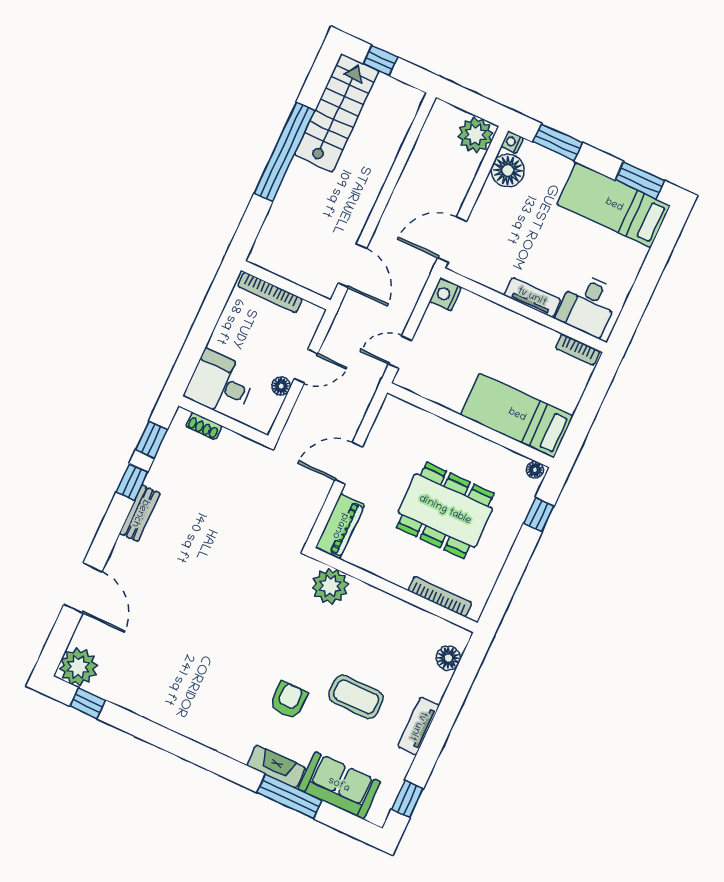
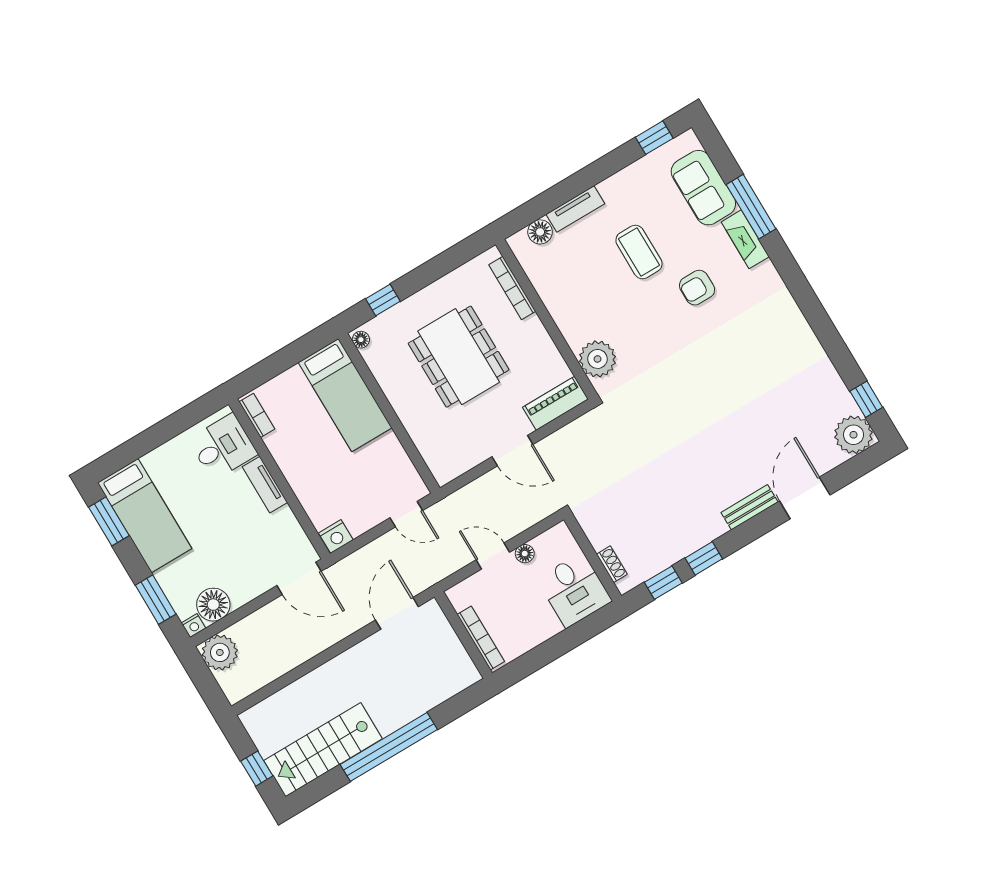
bench: (140, 513) -> (750, 507), moved
tv unit: (418, 726) -> (575, 209), moved

